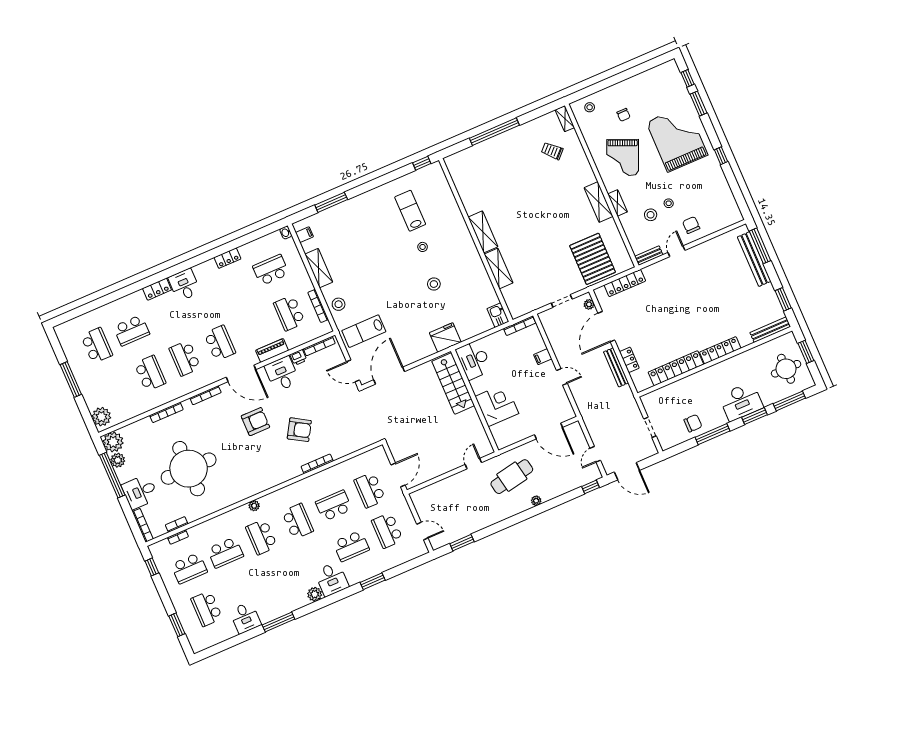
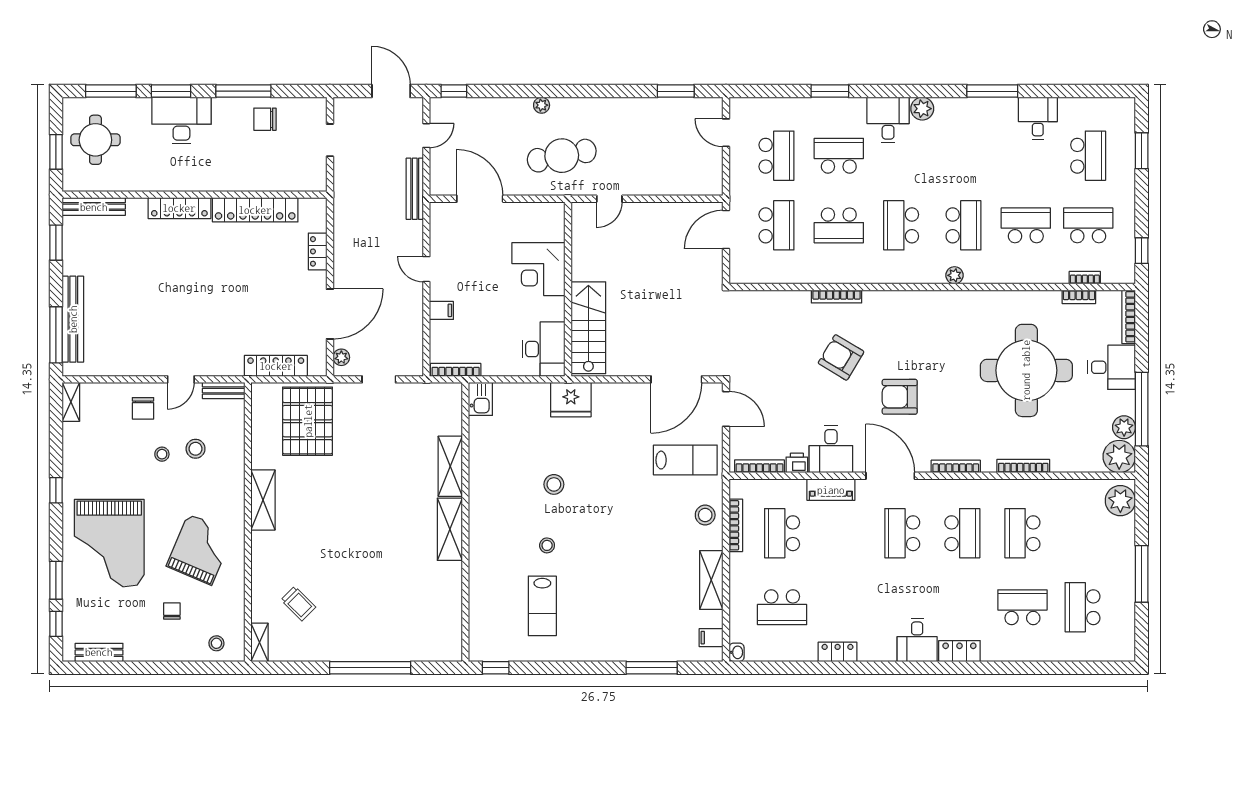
bench: (655, 73) -> (99, 652), added
shelving: (618, 203) -> (71, 402), moved
school desk: (289, 313) -> (782, 533), turned 180
bench: (616, 367) -> (415, 189), moved

